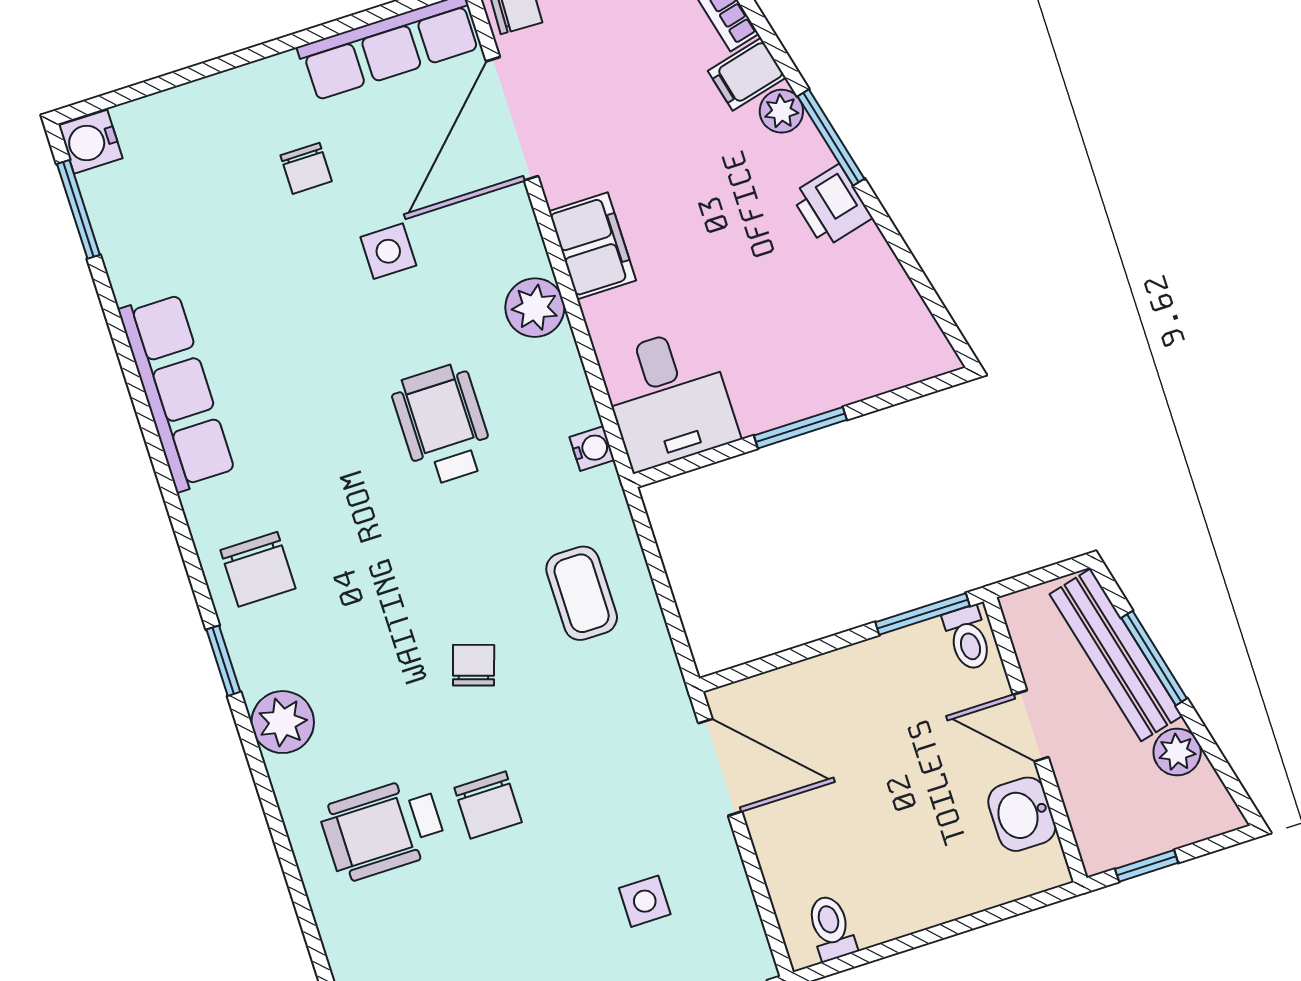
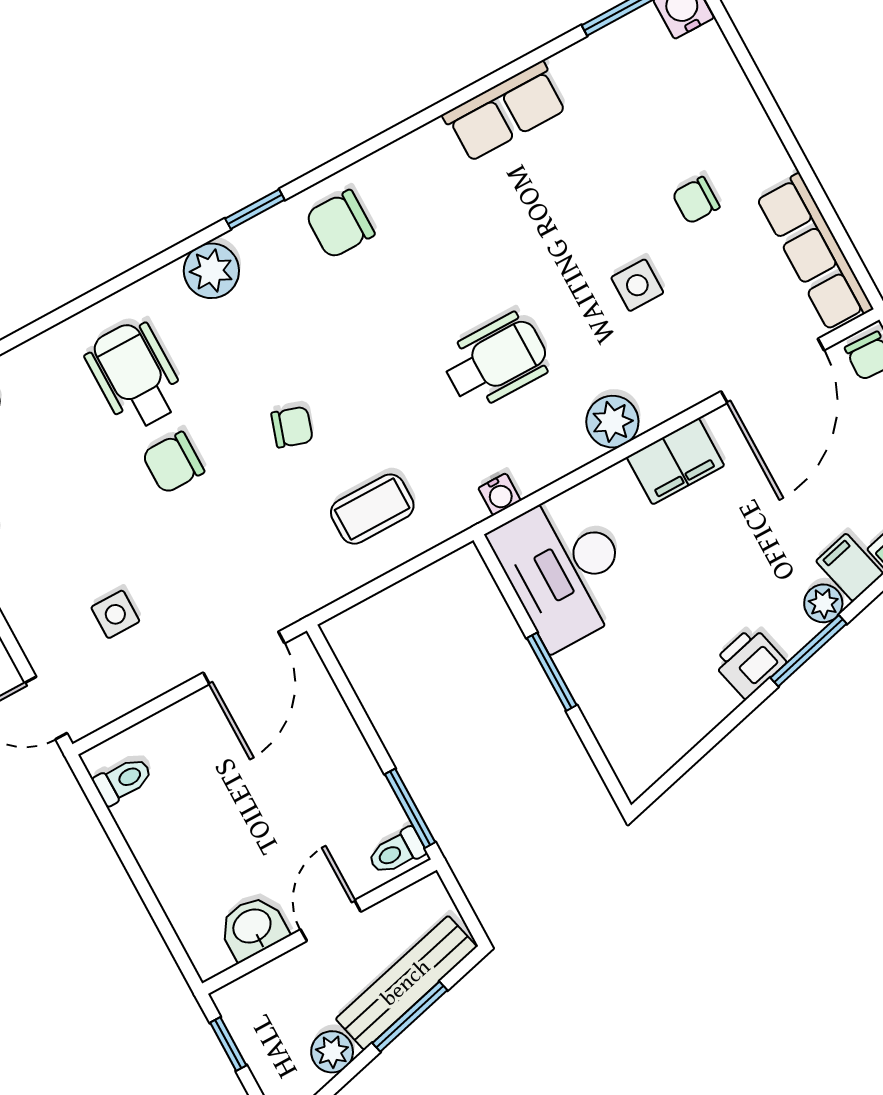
door: (512, 119) -> (773, 371), swing flipped
row of seats: (177, 392) -> (505, 112), width x0.68
desk: (669, 398) -> (565, 569), width x1.37

